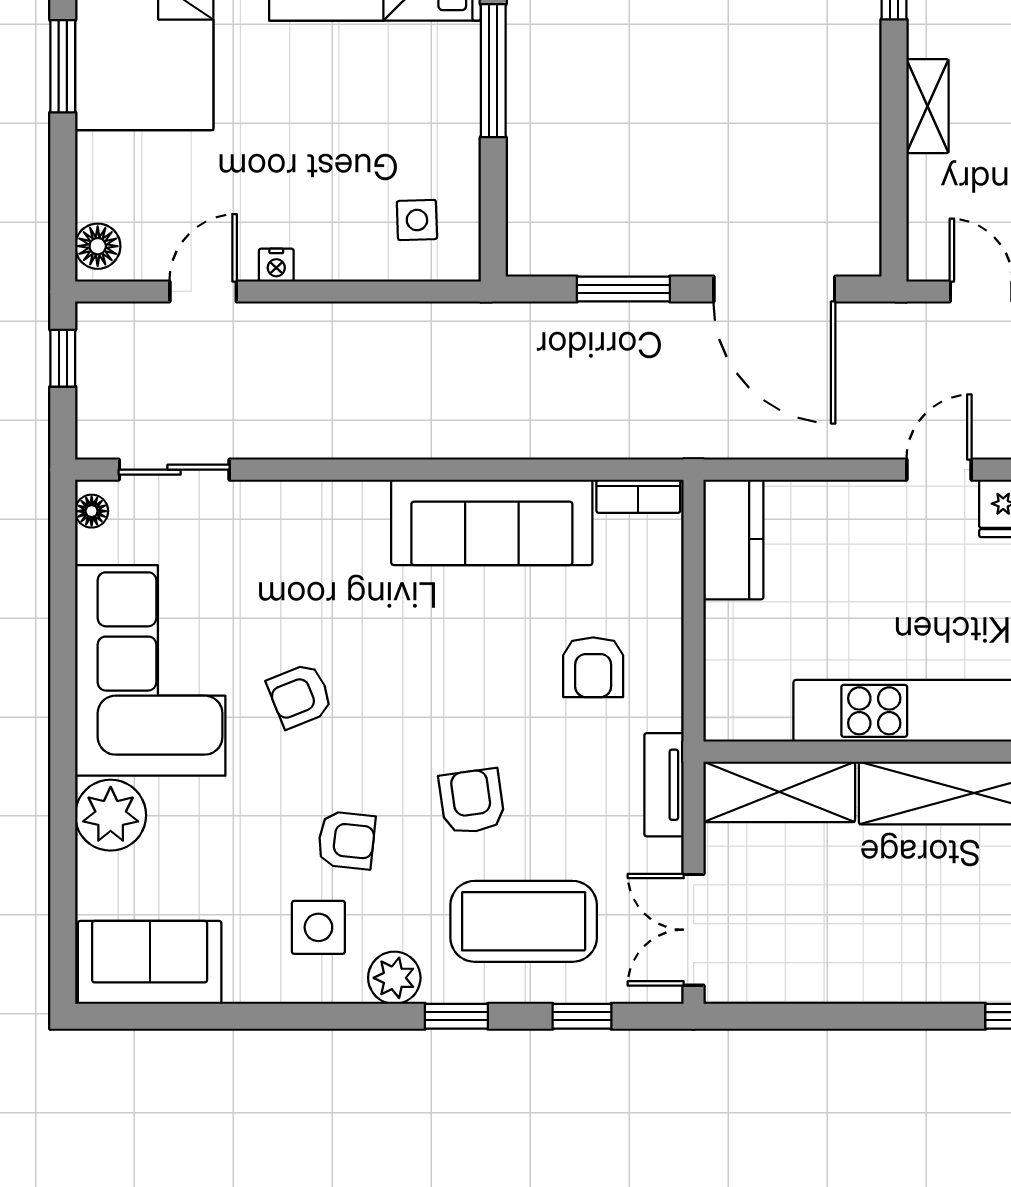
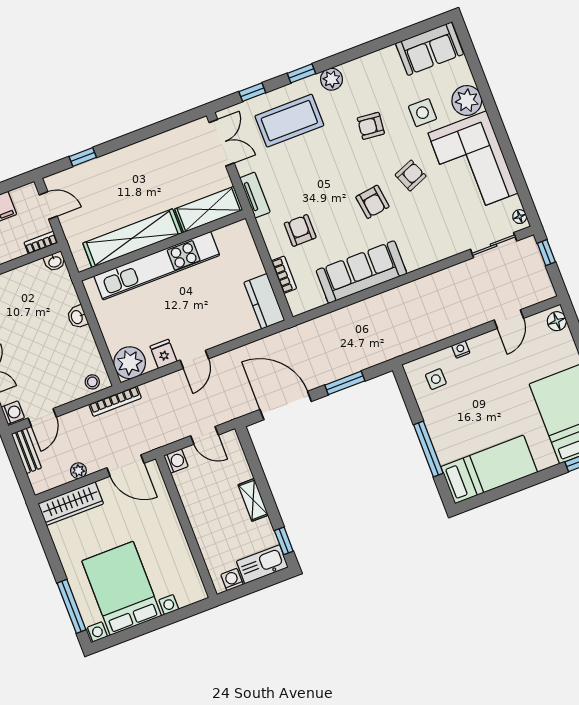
nightstand: (276, 265) -> (461, 349), moved
window: (63, 358) -> (546, 253), moved
bookcase: (638, 496) -> (284, 275), moved, turned 90
armchair: (472, 801) -> (372, 202), moved
side table: (318, 927) -> (422, 113), moved

